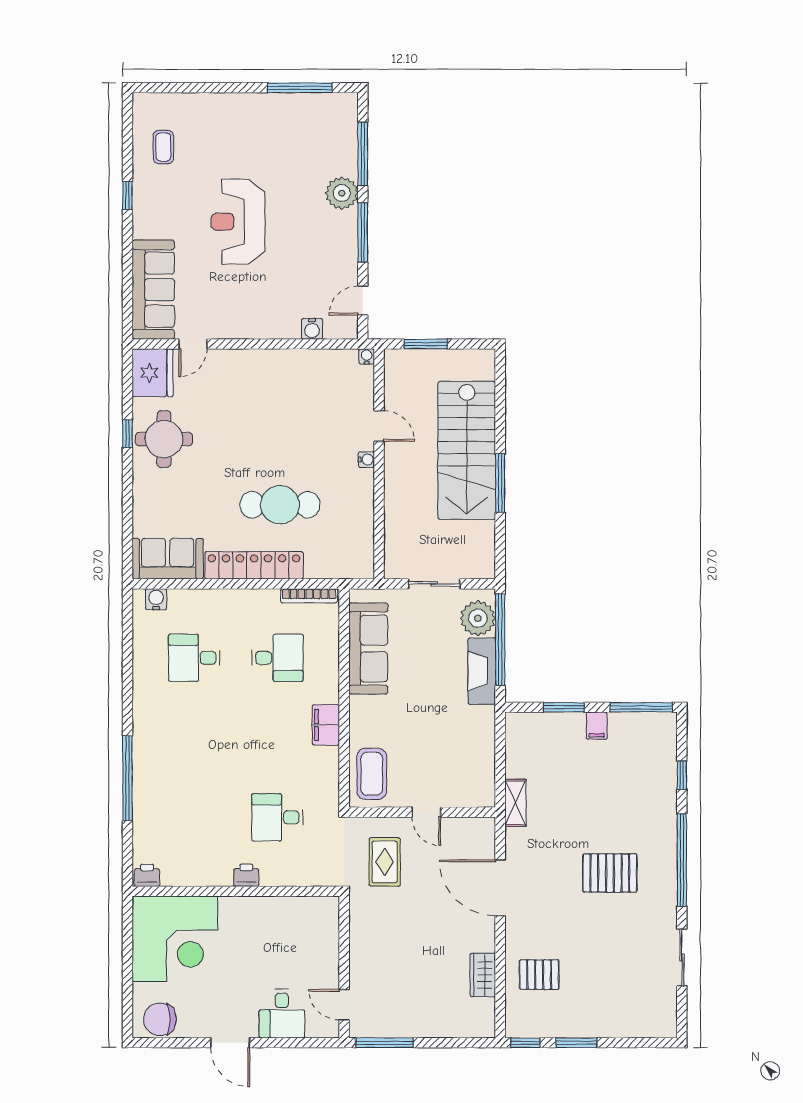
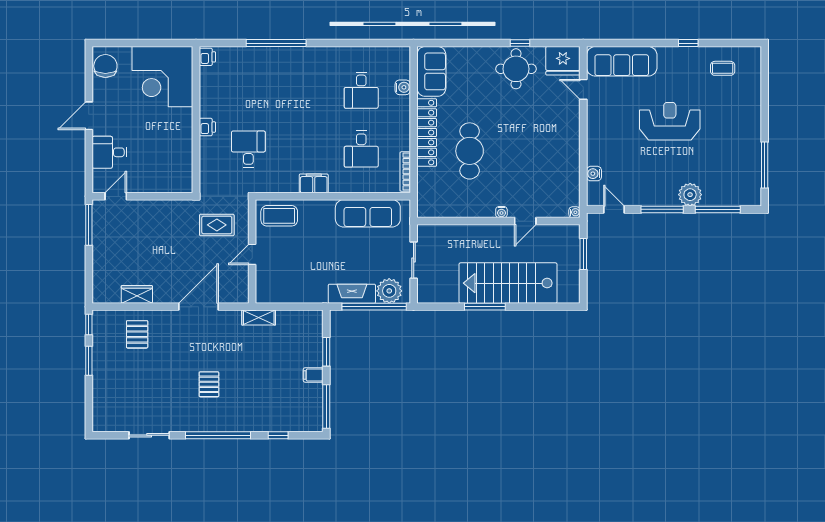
water cooler: (156, 599) -> (403, 87), moved
desk: (194, 658) -> (361, 90), turned 180
pallet: (610, 873) -> (209, 384), width x0.67, depth x0.71

